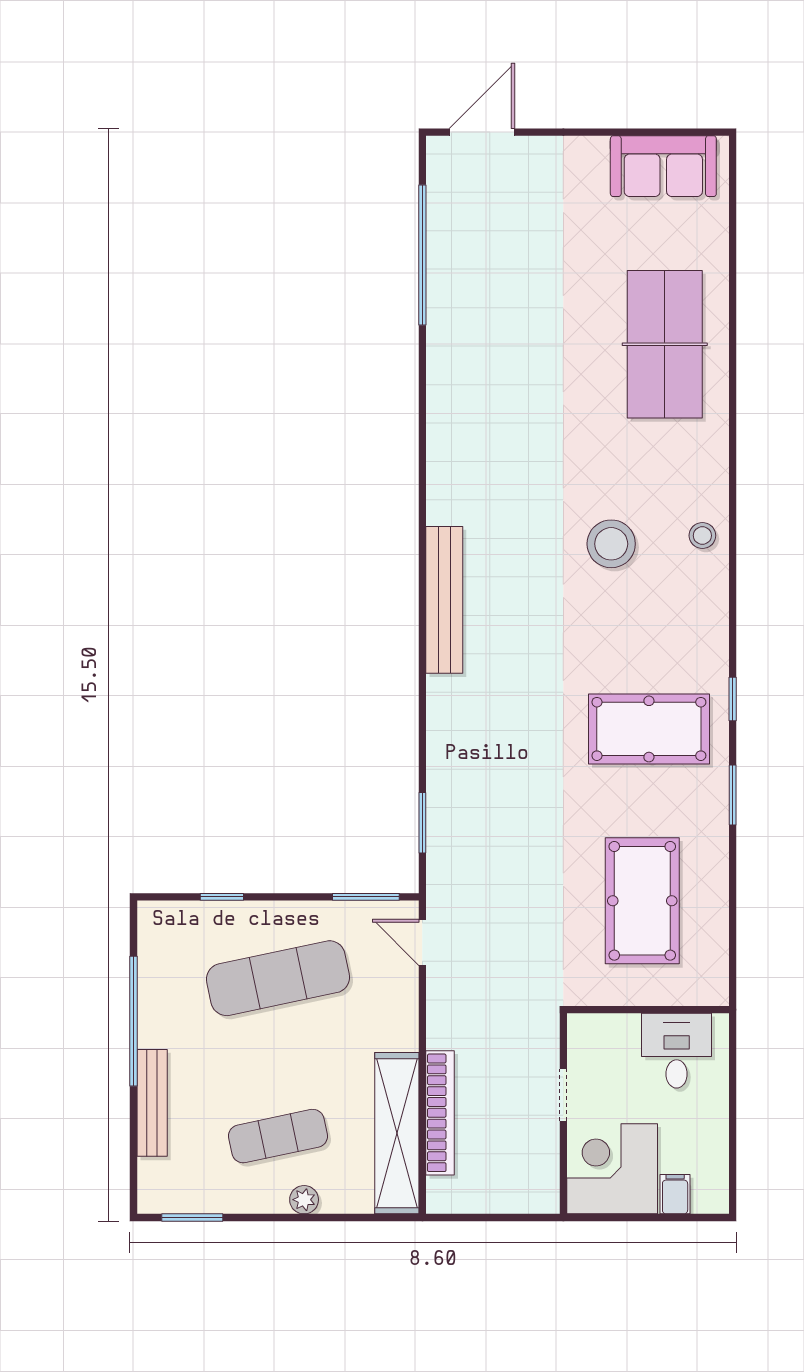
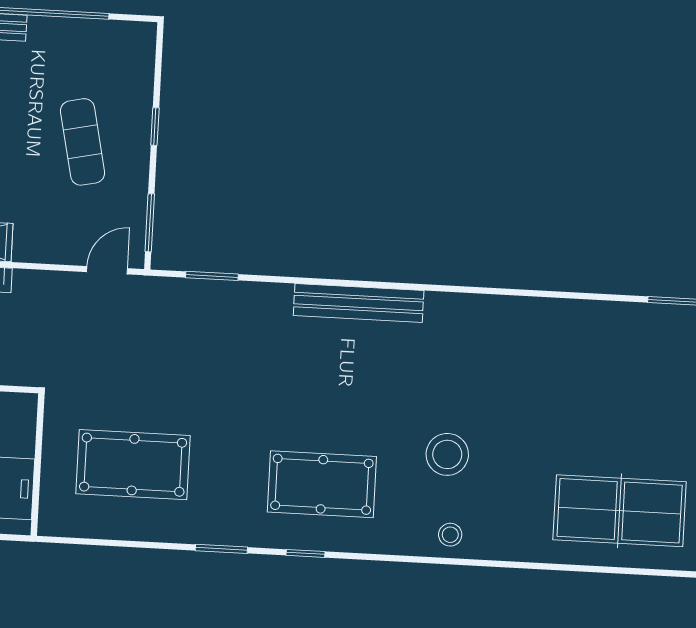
bench: (444, 600) -> (359, 303), moved
pool table: (649, 729) -> (322, 484), moved, turned 90
window: (222, 897) -> (155, 127), moved
exercise mat: (278, 978) -> (83, 142), width x0.73, depth x0.69

